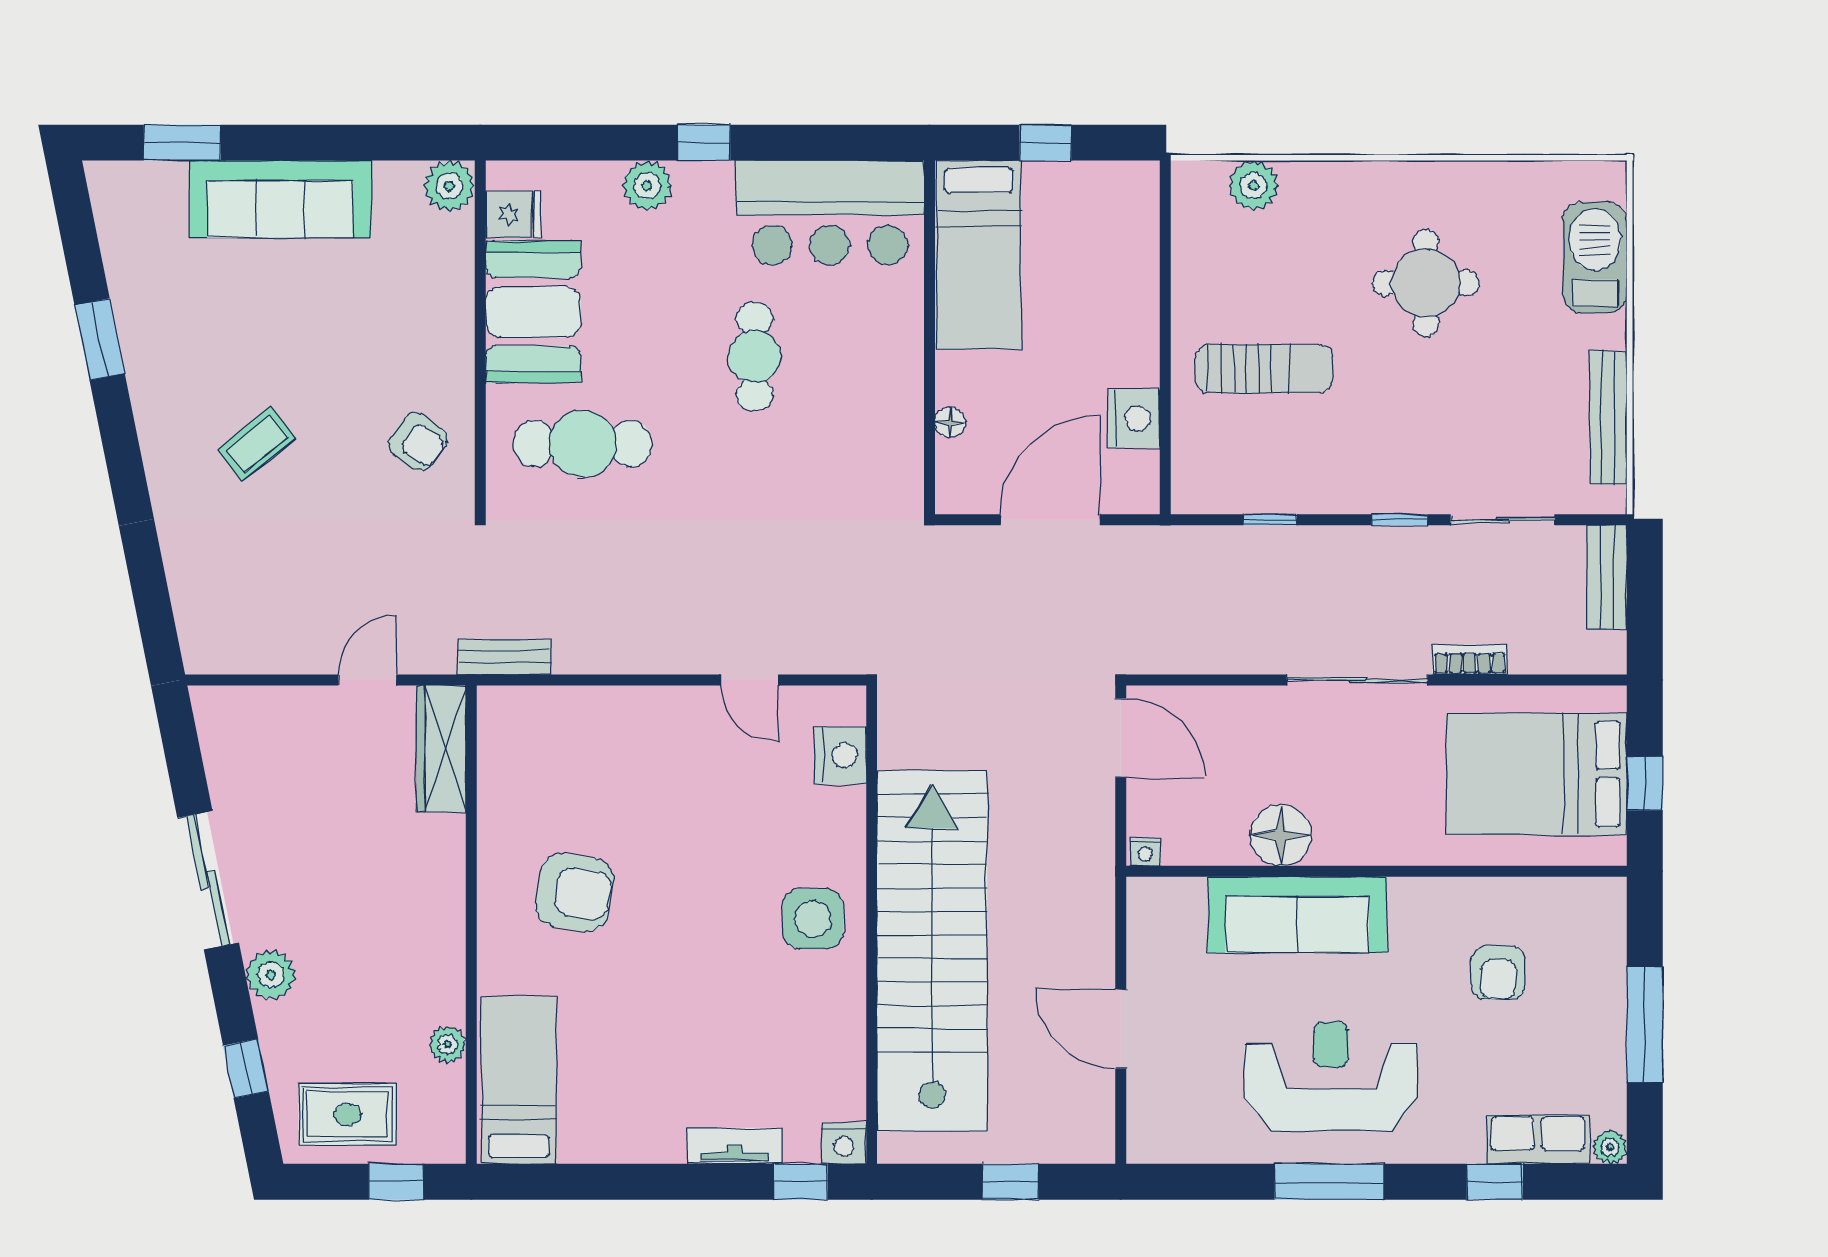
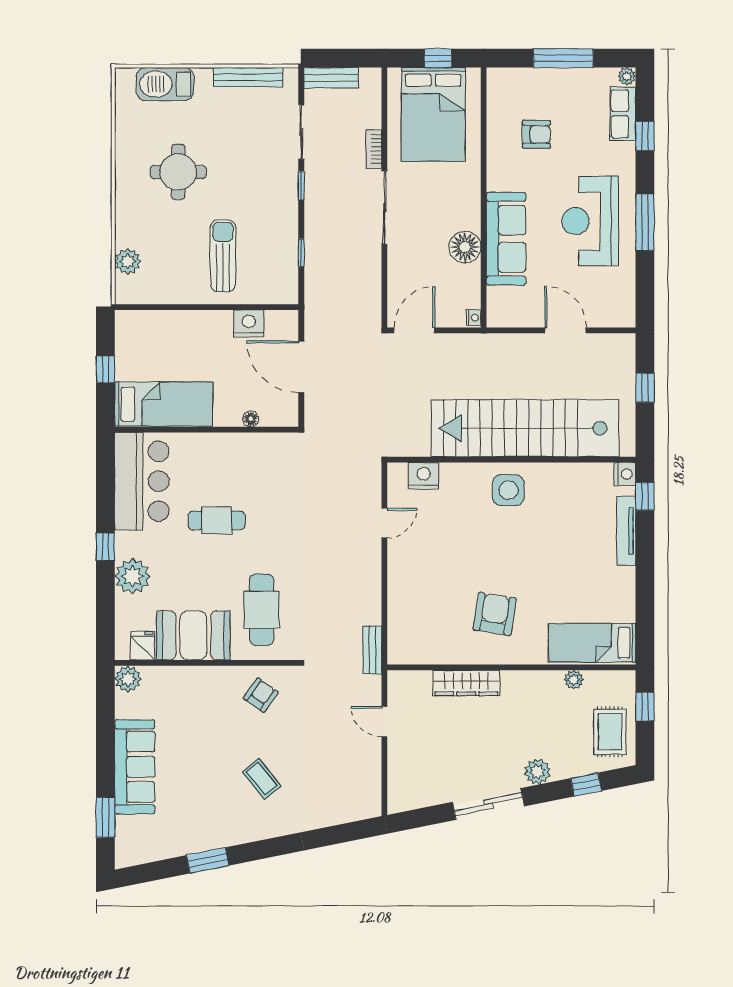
plant: (647, 186) -> (133, 576), width x1.36, depth x1.36
wardrobe: (441, 749) -> (466, 683), moved
door: (1121, 1029) -> (566, 330), swing flipped
tv unit: (734, 1146) -> (626, 531), width x1.41

